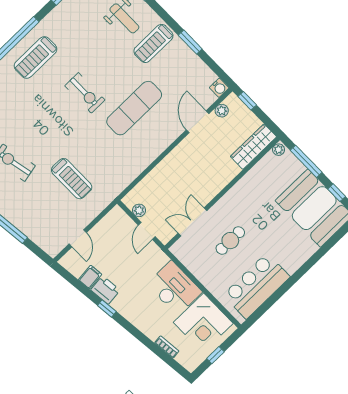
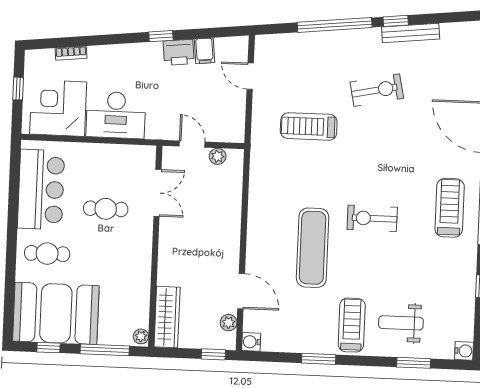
cafe table: (230, 241) -> (106, 209), turned 90
cafe table: (287, 247) -> (47, 254), added

